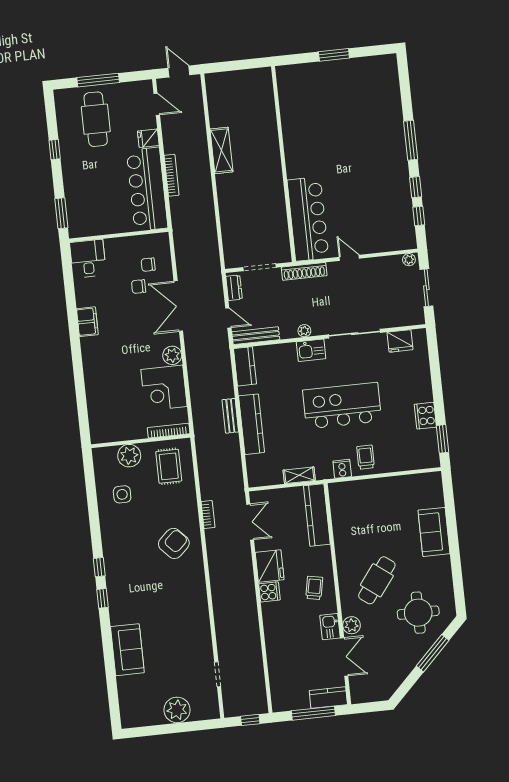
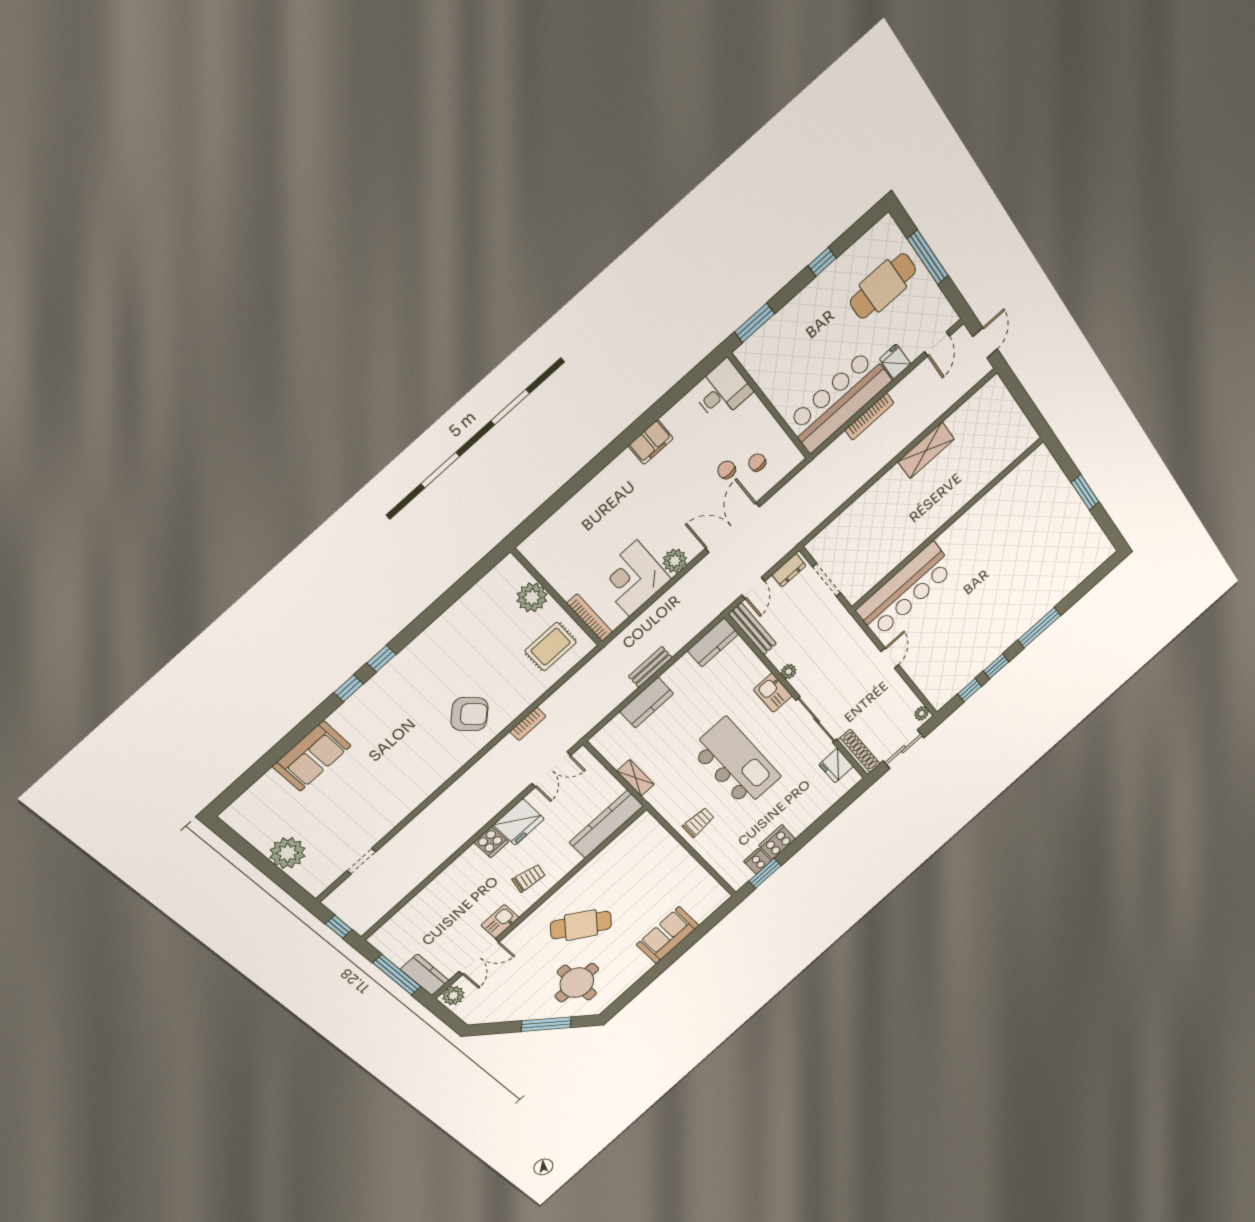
shoe rack: (304, 271) -> (859, 752), moved, turned 180
kitchen counter: (252, 424) -> (647, 703), width x0.67
cooker: (342, 469) -> (758, 861), moved, turned -90
side table: (122, 494) -> (483, 622), removed
plant: (352, 625) -> (453, 996), moved

